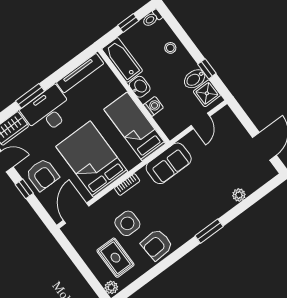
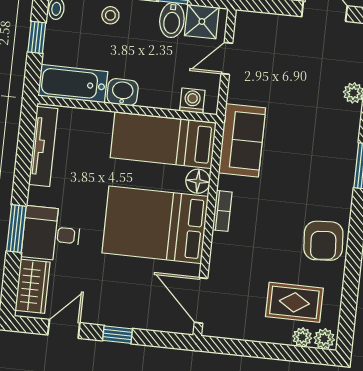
washing machine: (153, 106) -> (192, 101), moved
desk: (48, 111) -> (51, 234), width x0.73
door: (200, 121) -> (227, 58), swing flipped
floor lamp: (131, 160) -> (198, 181), added
armchair: (42, 175) -> (121, 298), removed
side table: (127, 223) -> (267, 252), removed
plant: (103, 276) -> (302, 337), added

